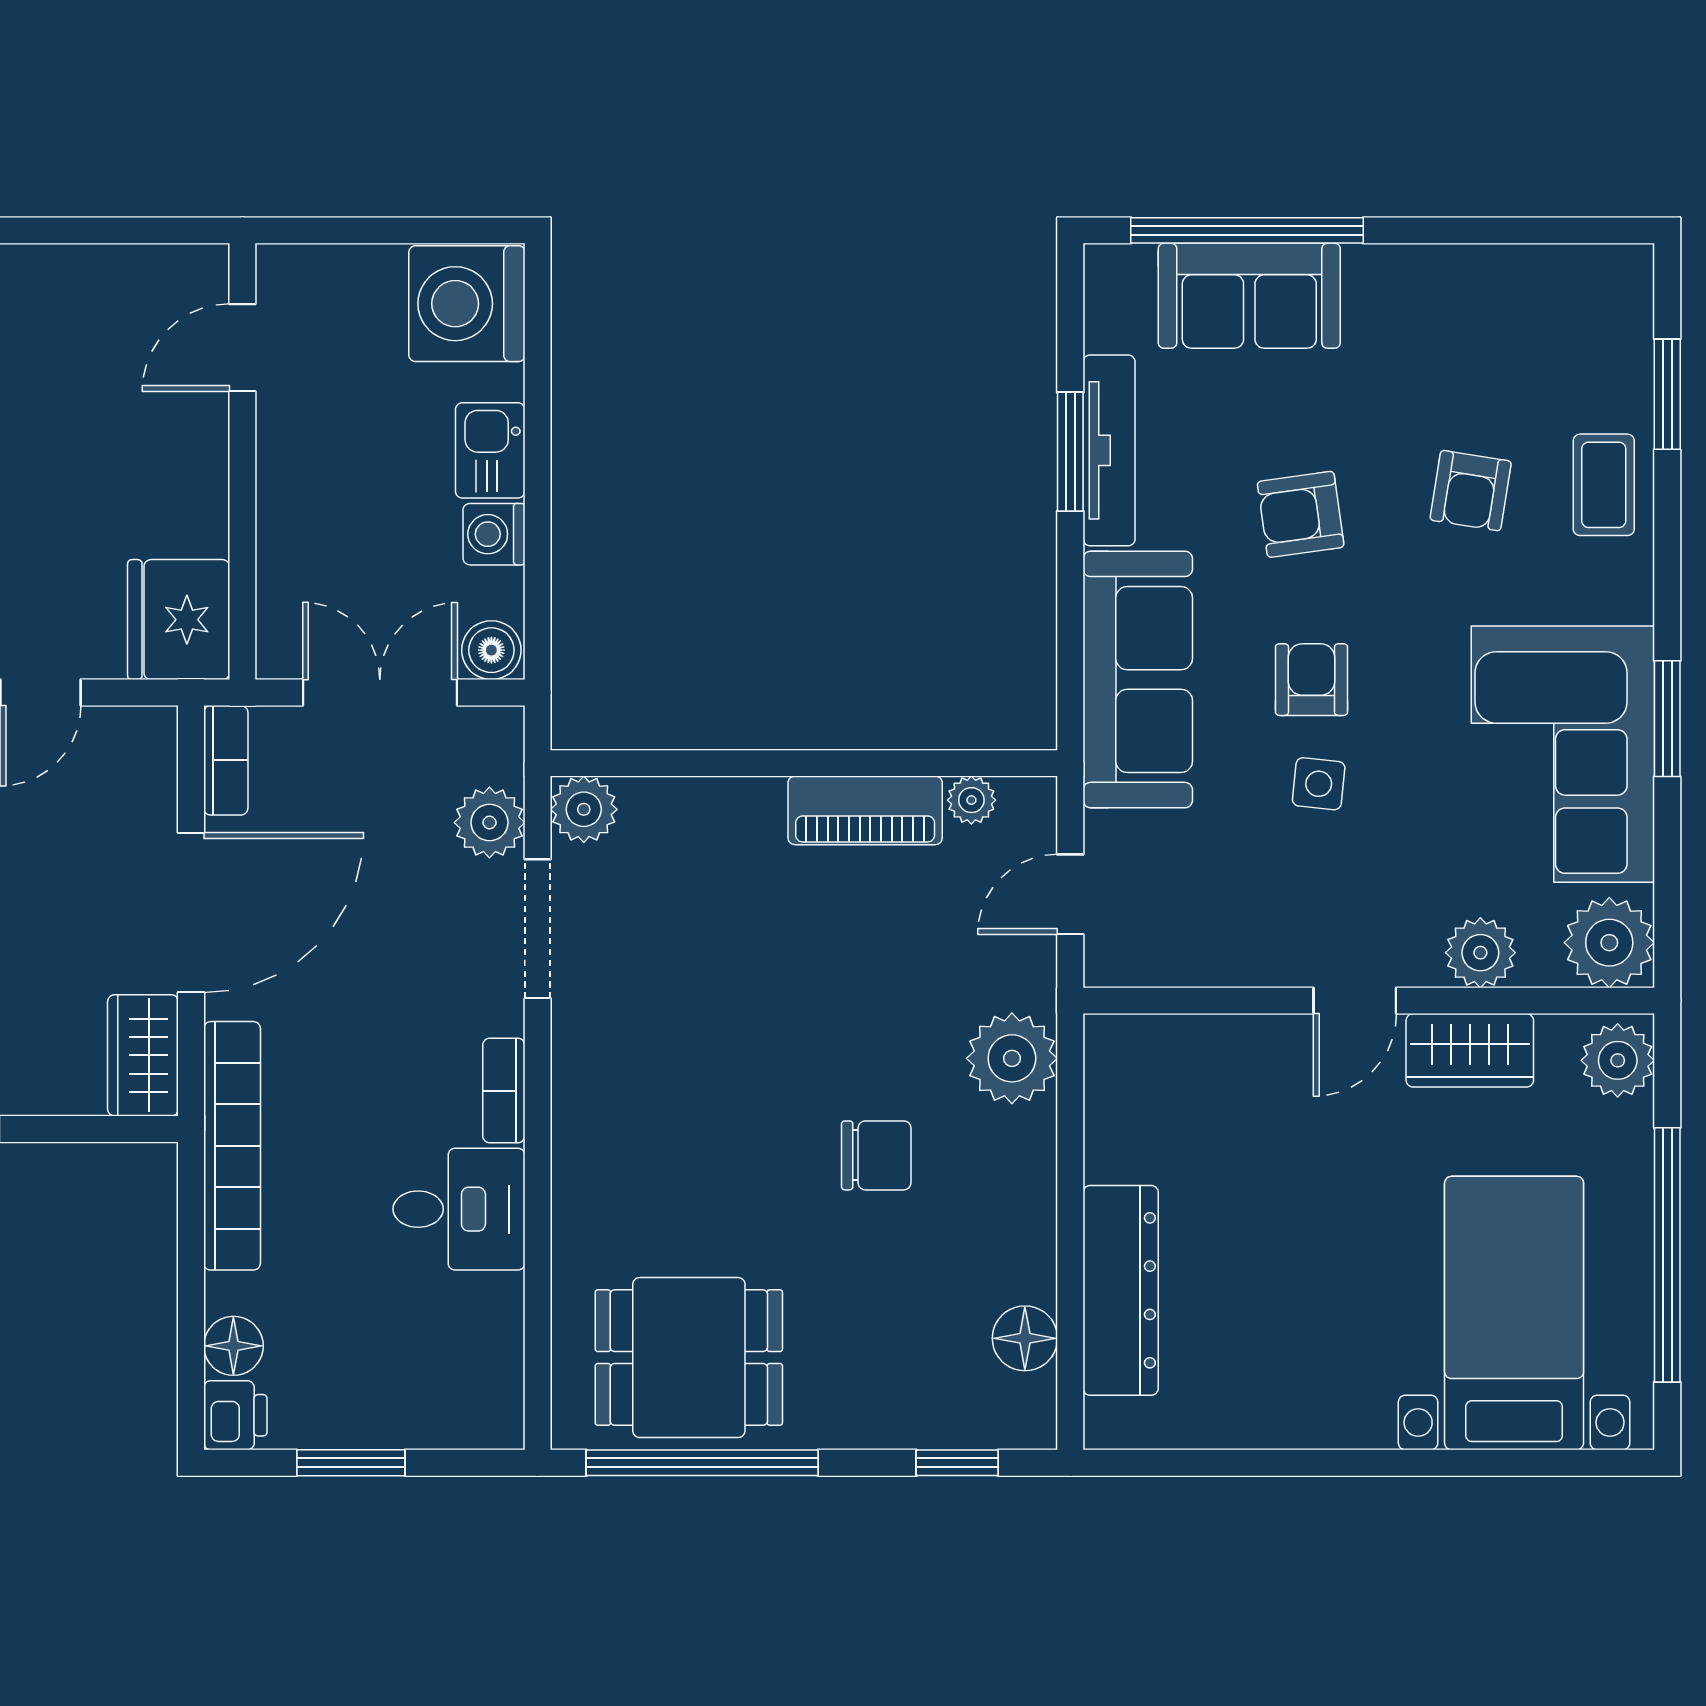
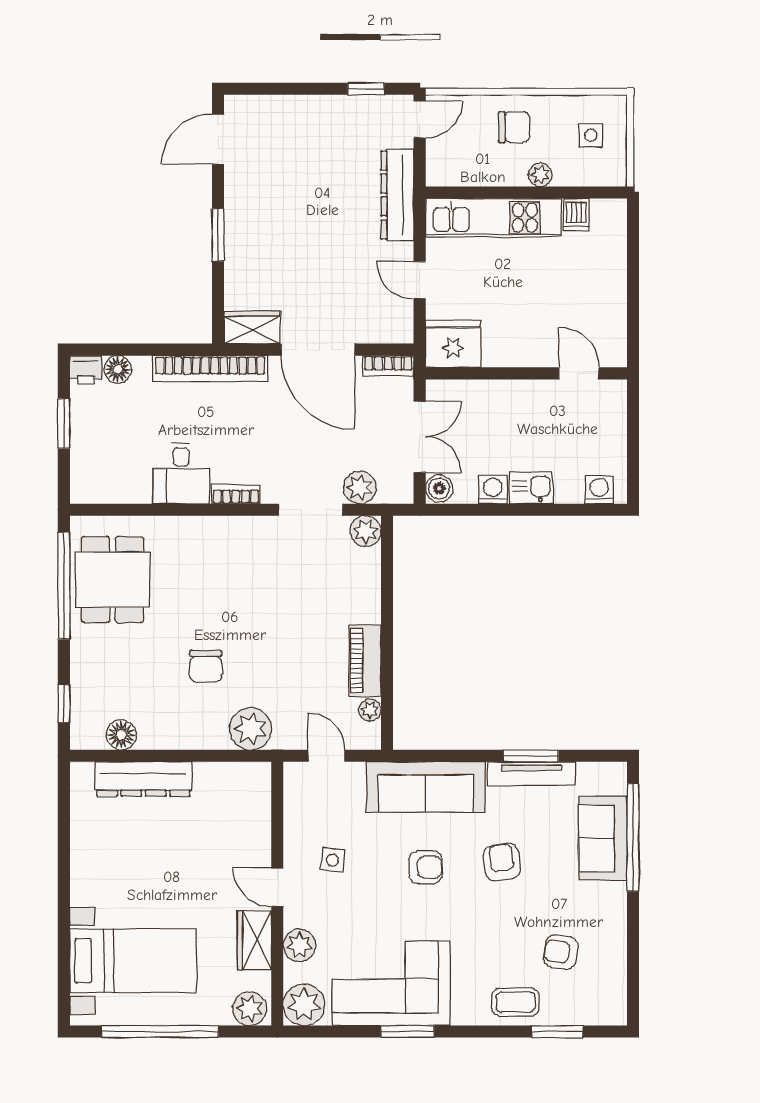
washing machine: (467, 304) -> (599, 490), width x0.53, depth x0.53
armchair: (1471, 491) -> (561, 952), moved
side table: (1319, 784) -> (333, 860), moved

